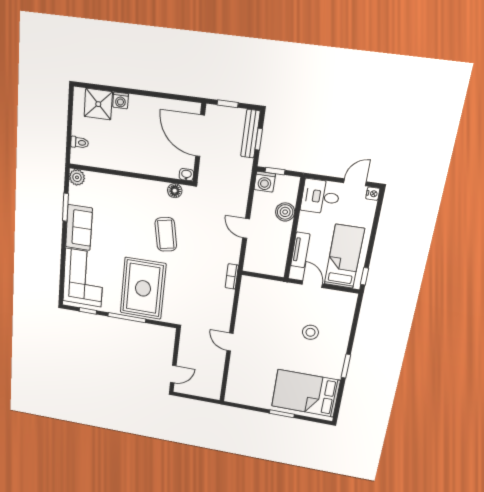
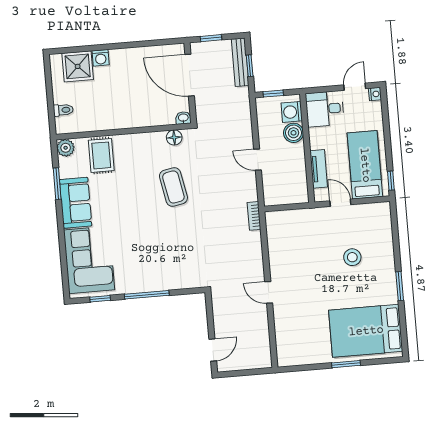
washing machine: (265, 182) -> (292, 112), moved, turned 90
rug: (143, 288) -> (101, 155), moved, width x0.54, depth x0.49

